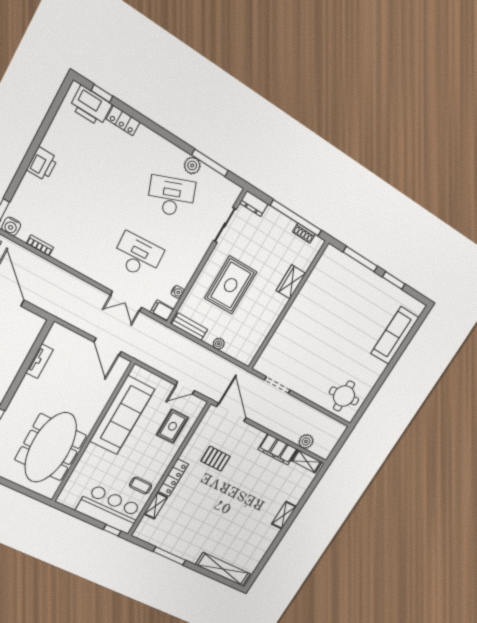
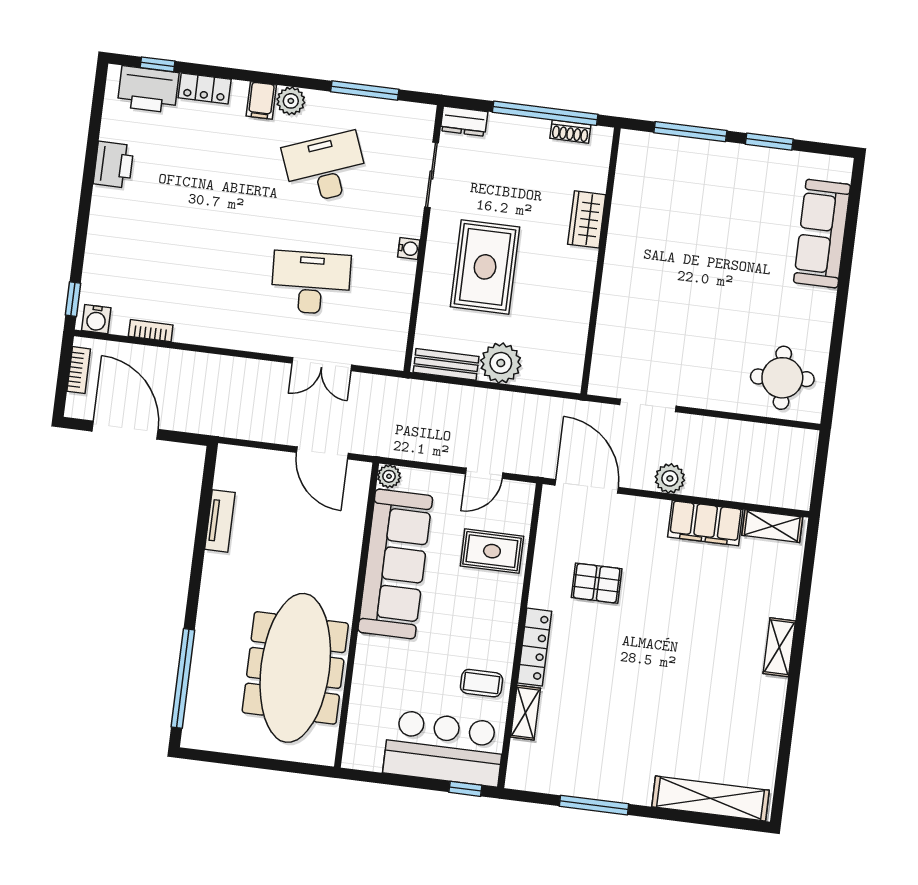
printer: (42, 164) -> (114, 165), moved
plant: (192, 165) -> (291, 101), moved
water cooler: (178, 292) -> (409, 249), moved
filing cabinet: (162, 311) -> (261, 100), moved, turned -90
plant: (219, 344) -> (501, 363), width x1.88, depth x1.88
plant: (137, 371) -> (389, 476), added
rug: (172, 426) -> (492, 551), turned 90
plant: (306, 441) -> (670, 478), moved

